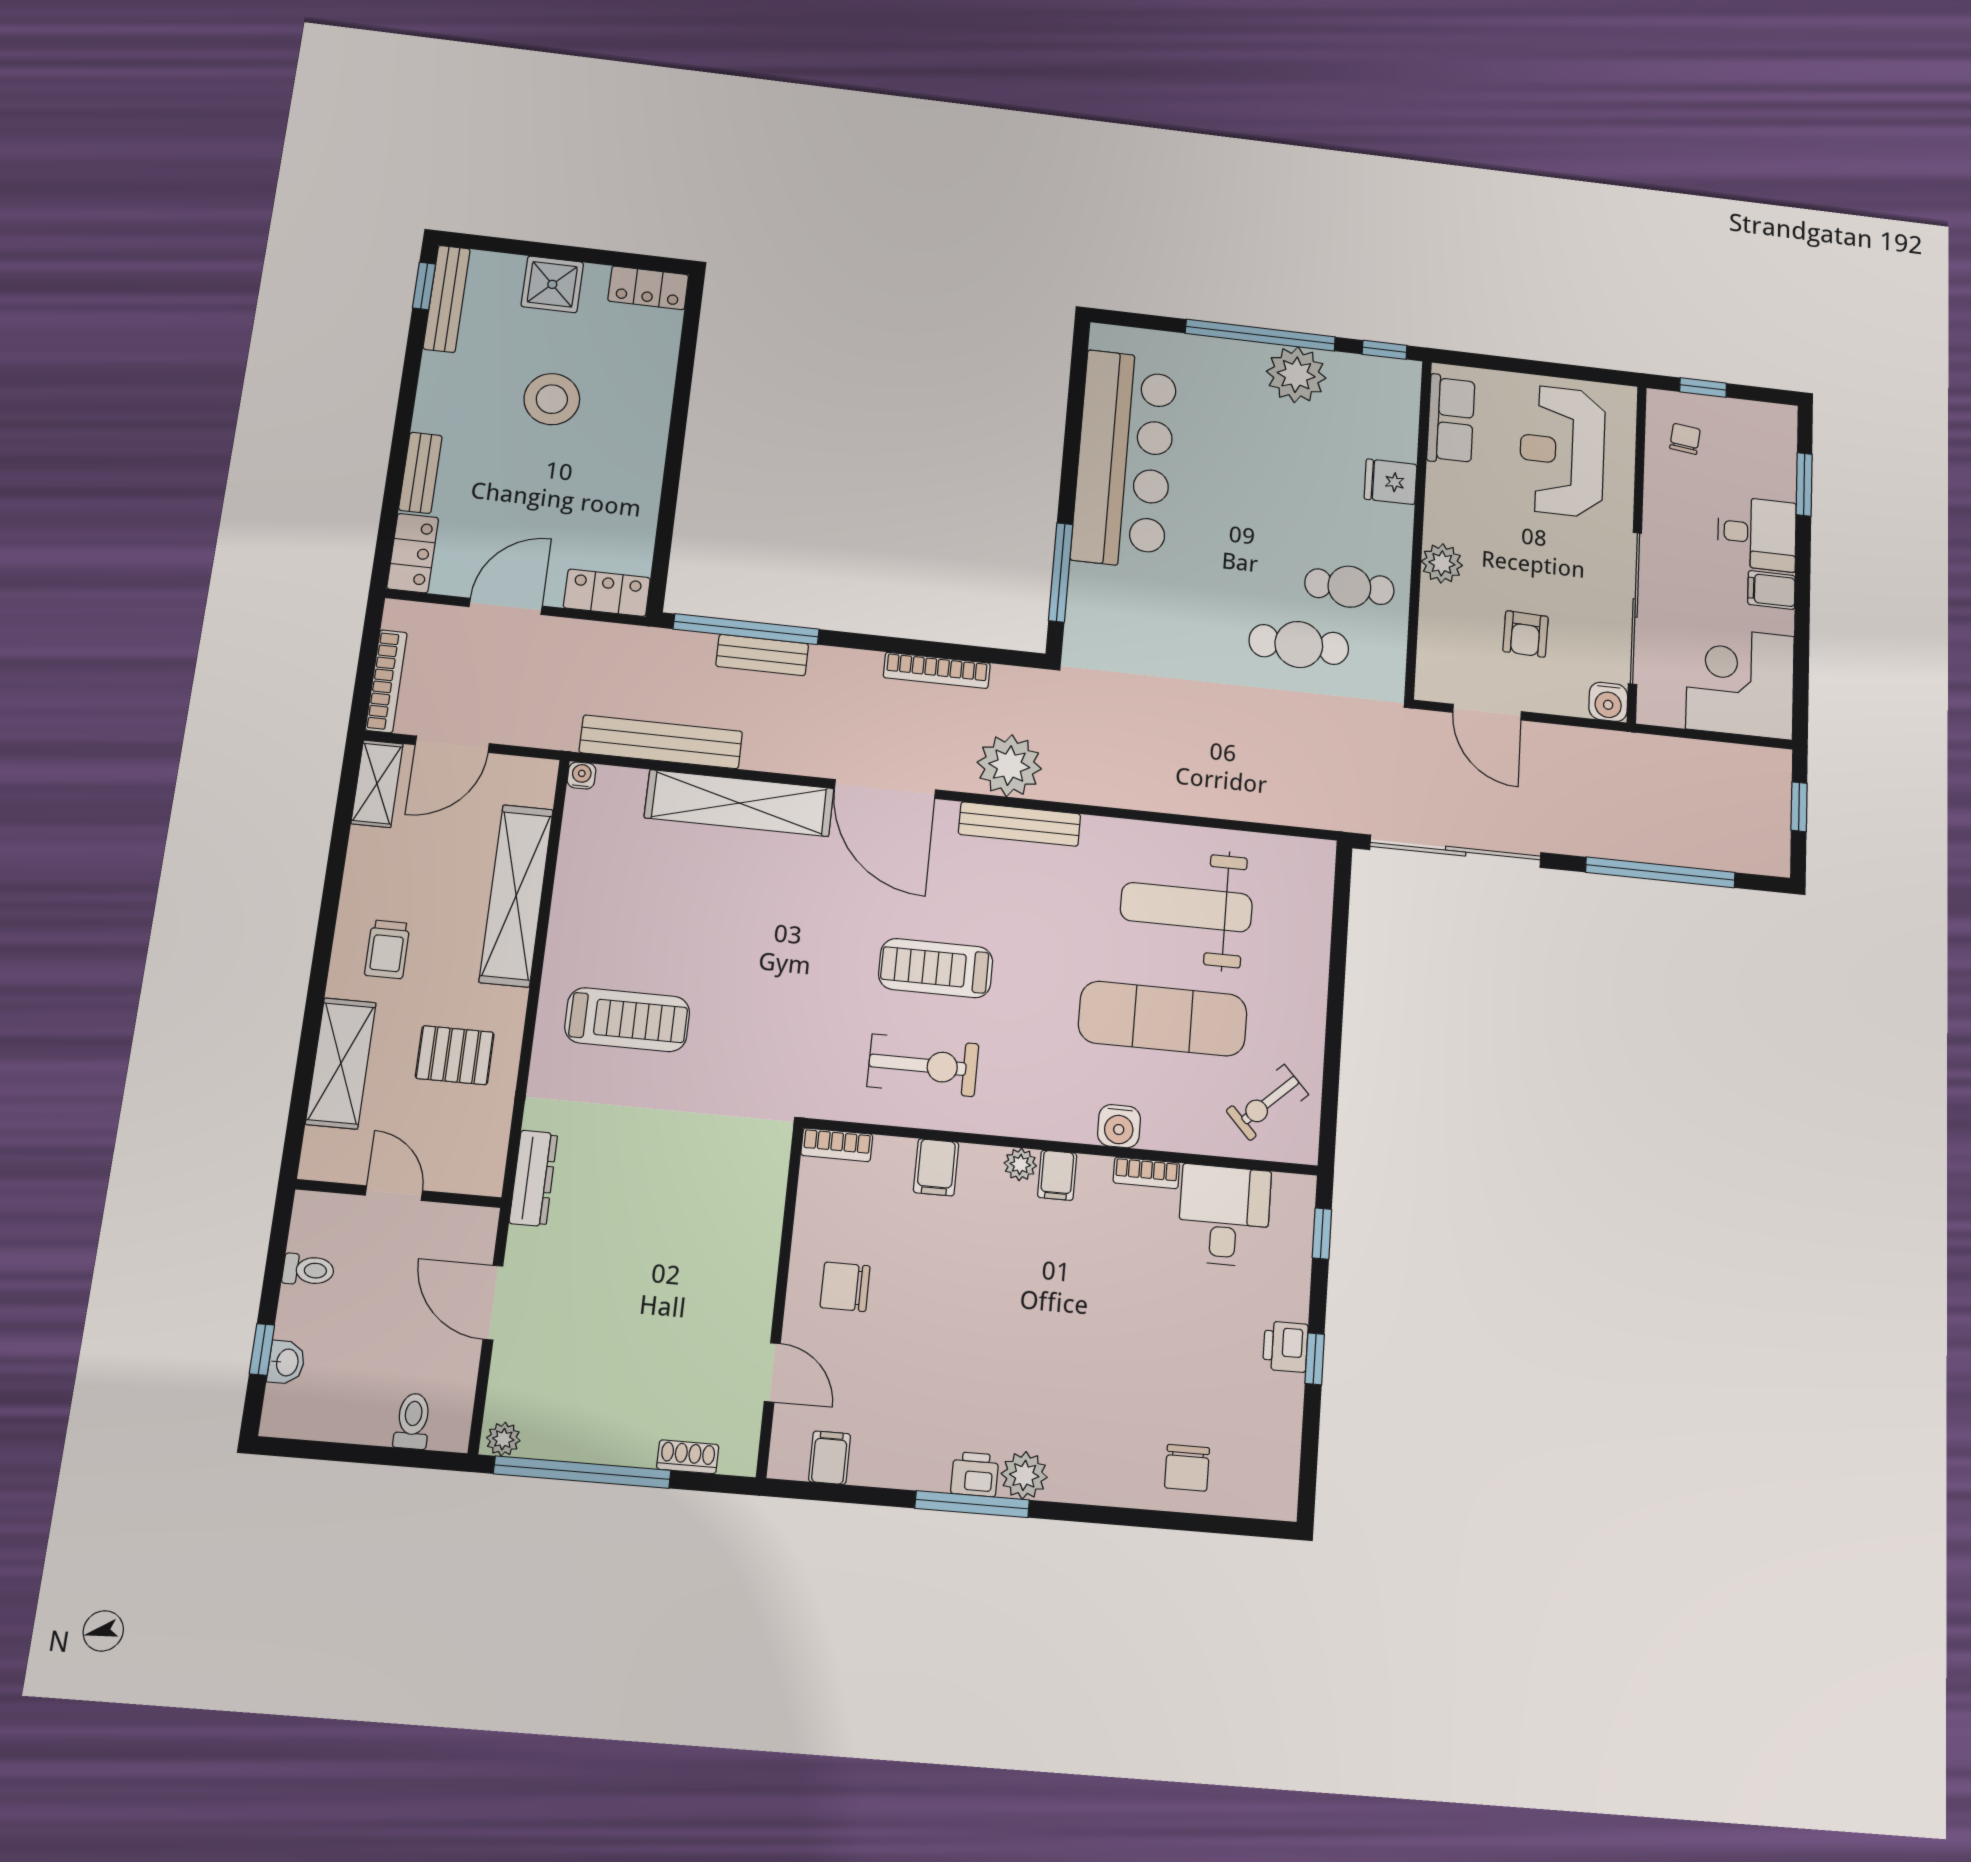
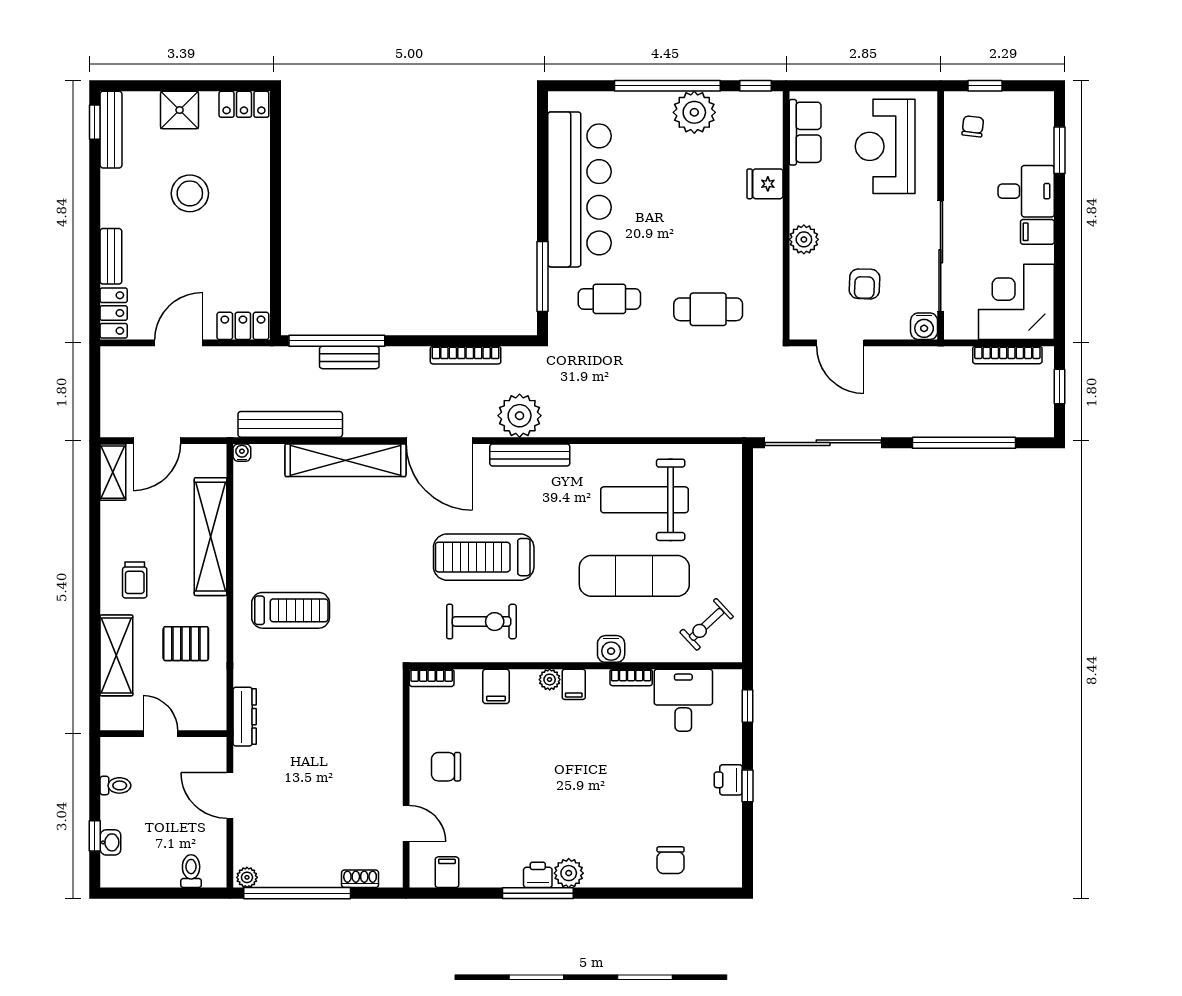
cafe table: (1349, 587) -> (609, 299), moved
bookcase: (386, 681) -> (1007, 355), moved, turned 90
treadmill: (936, 968) -> (484, 557), width x1.37, depth x1.38

